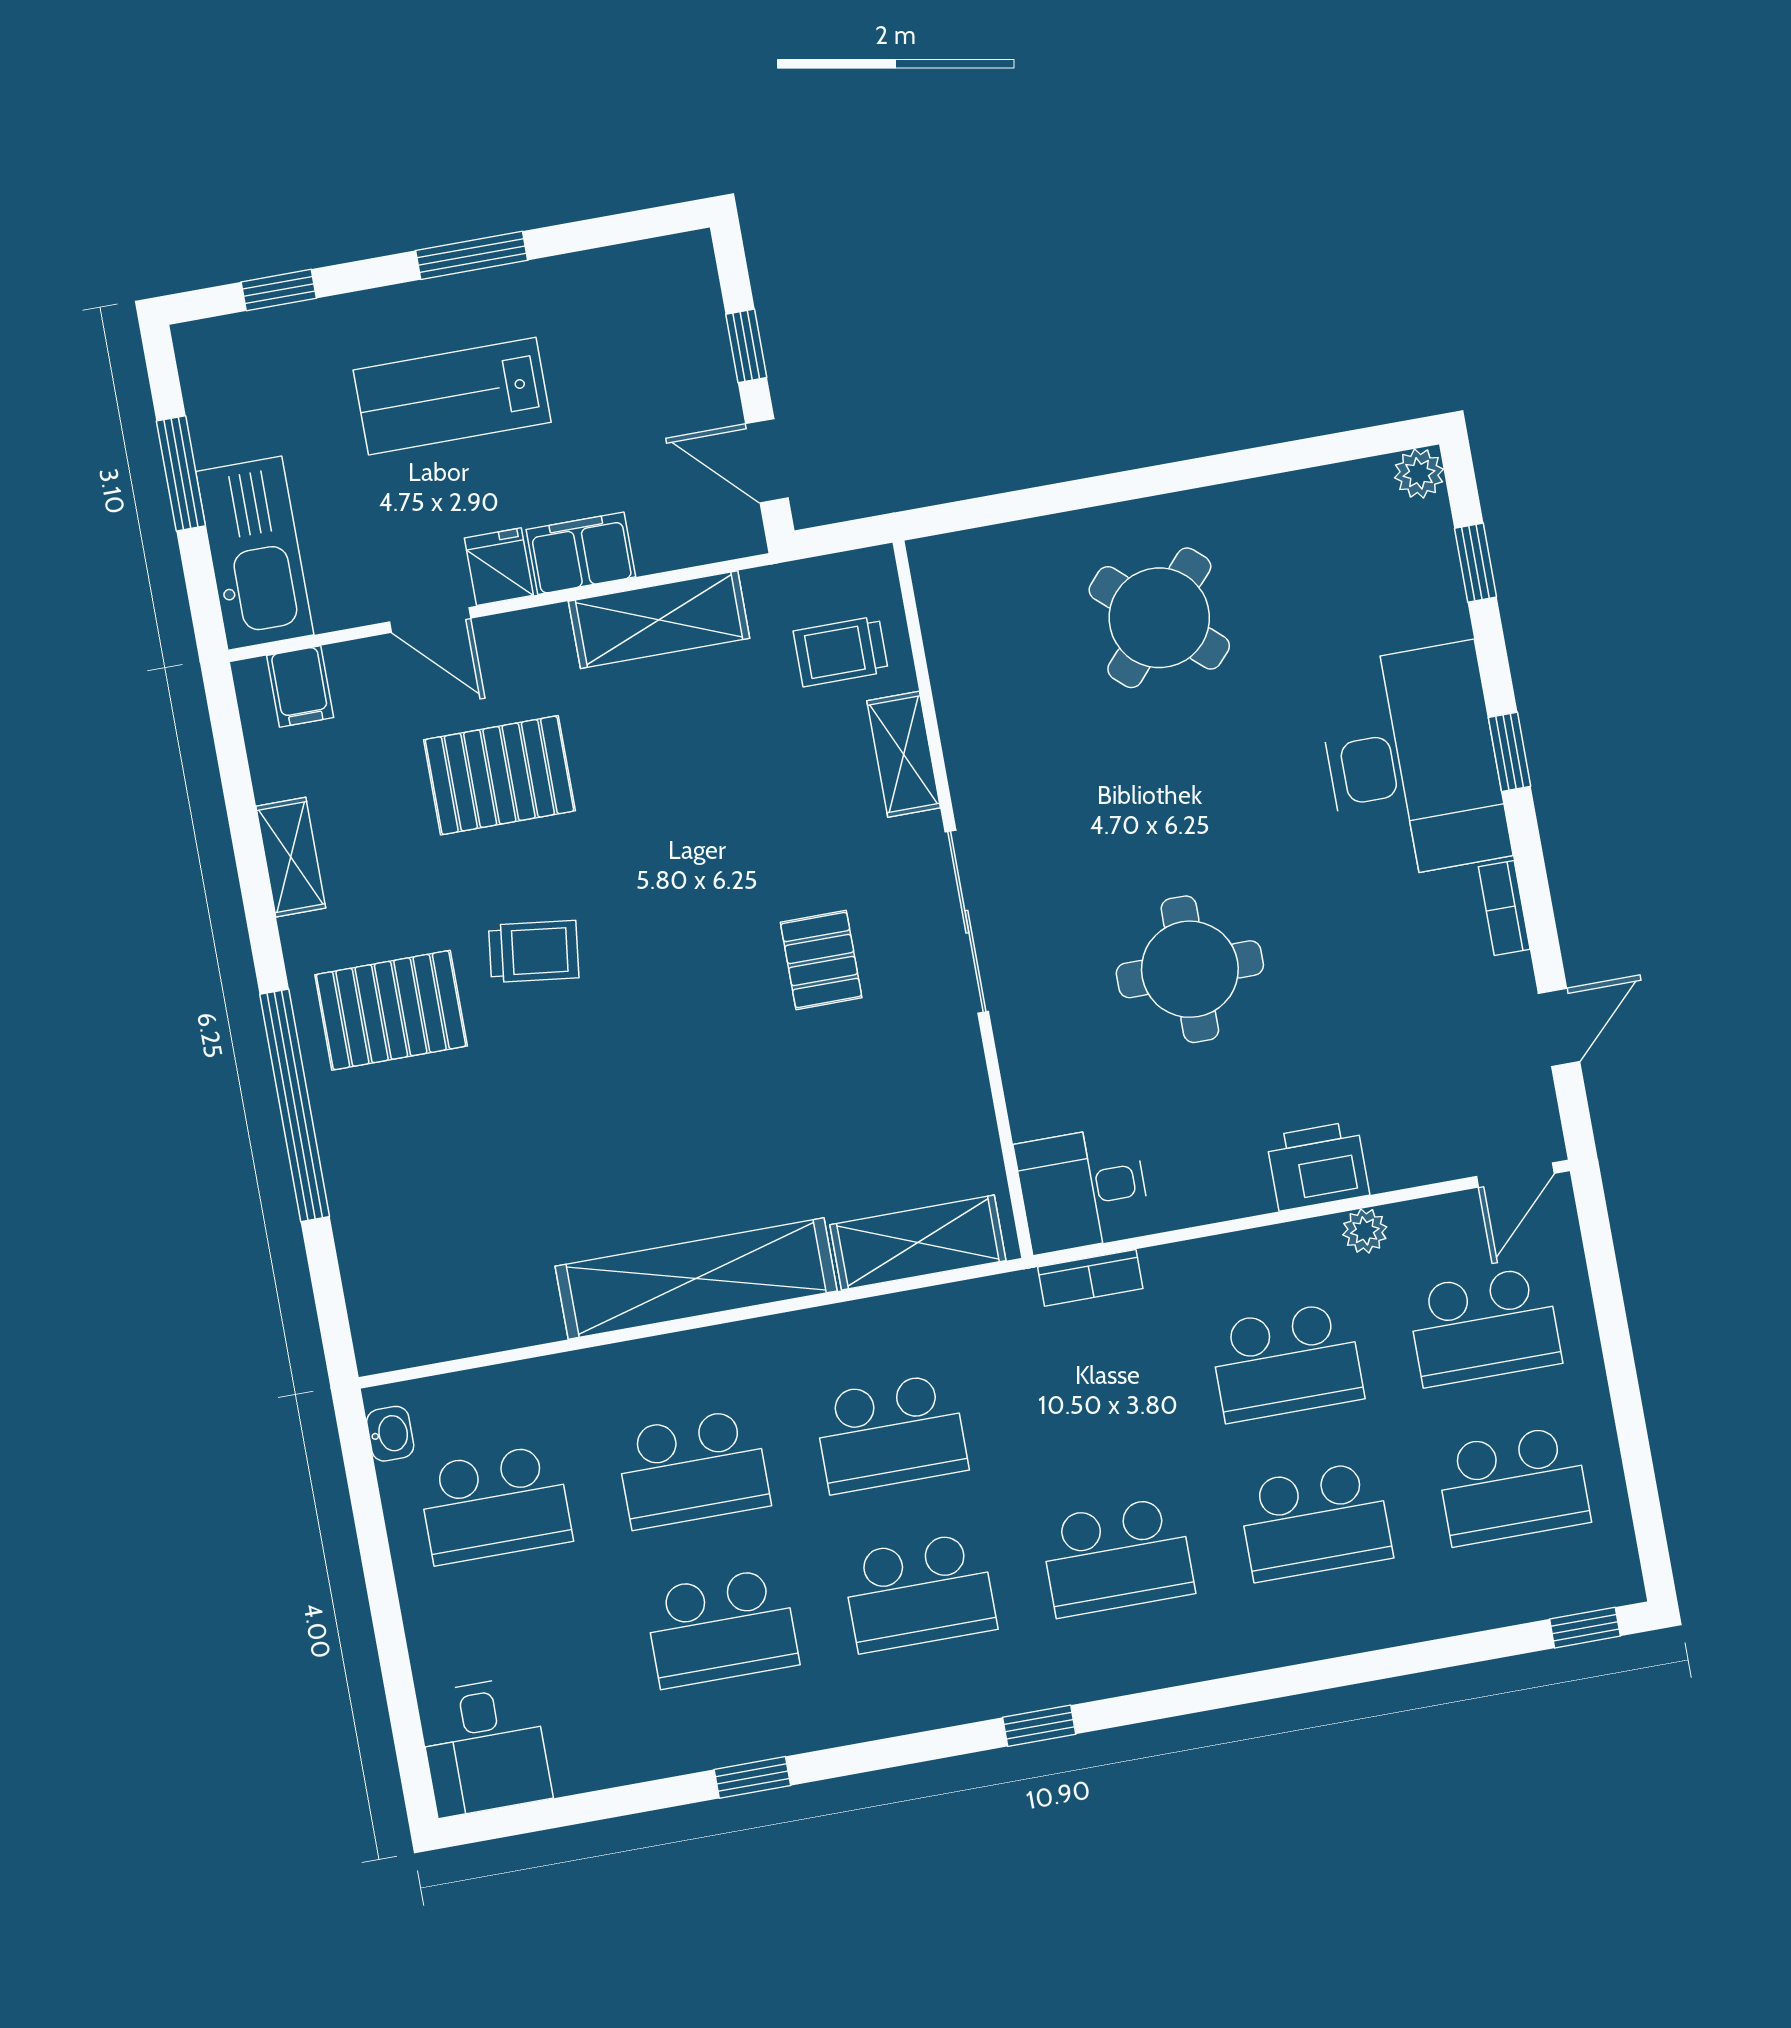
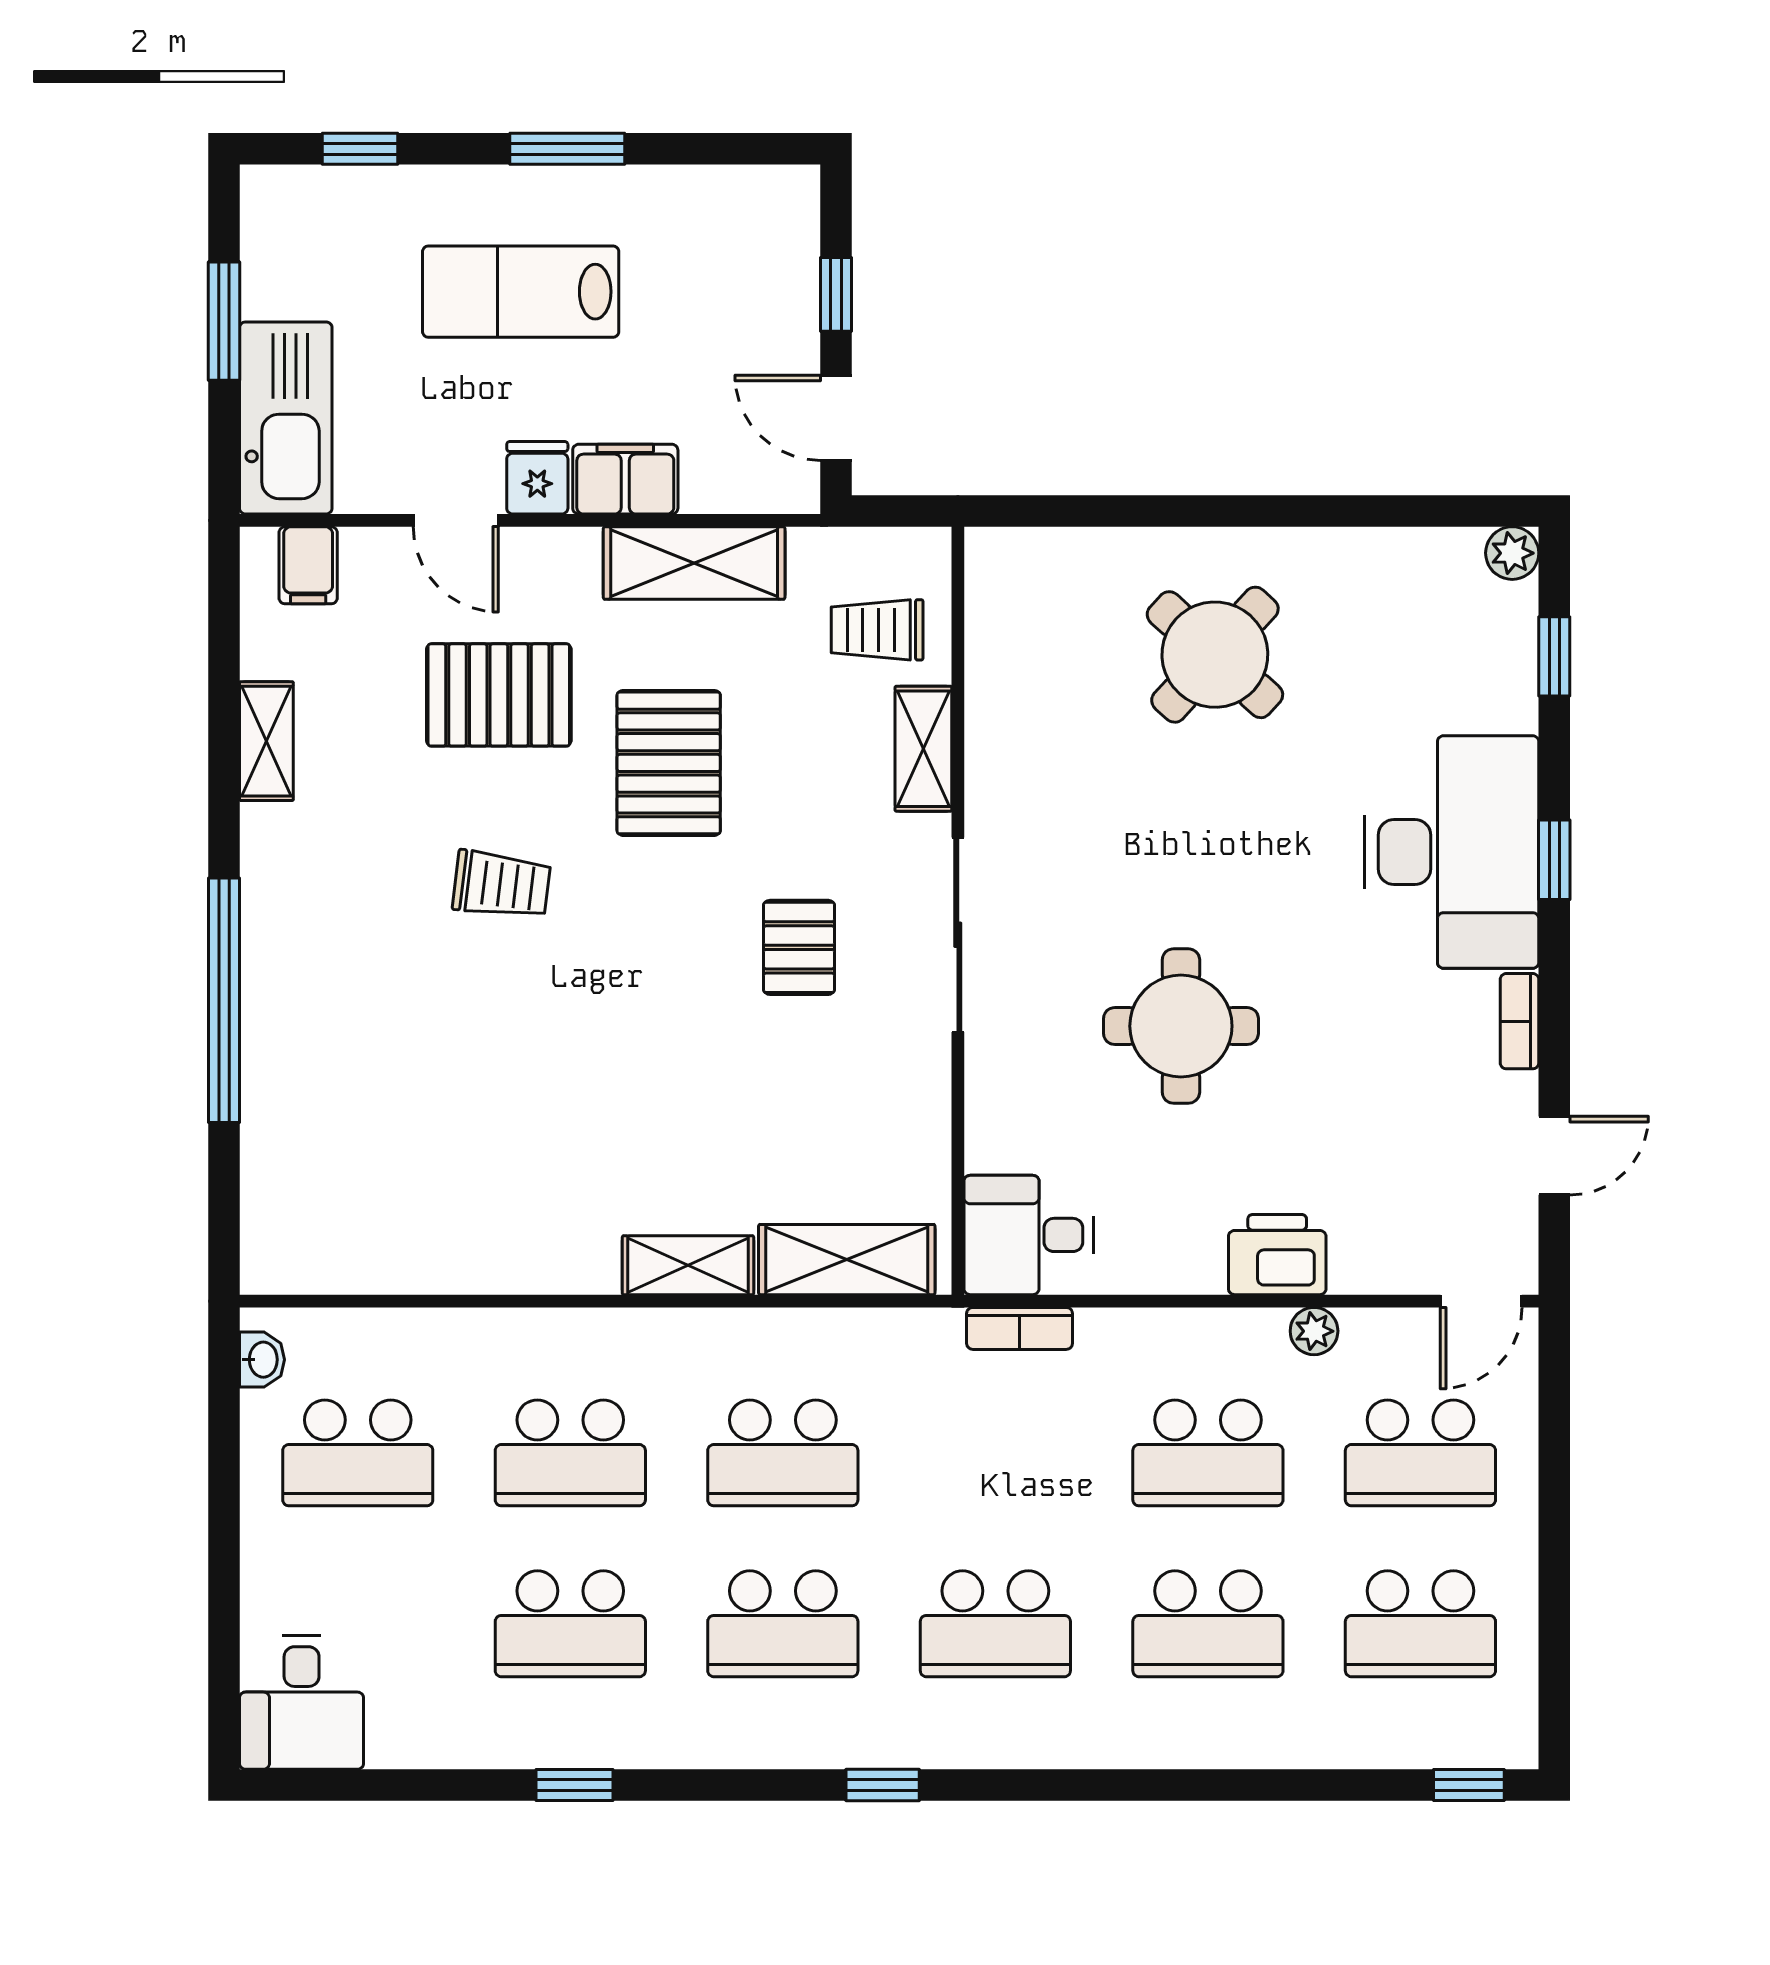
pallet: (391, 1010) -> (669, 763), moved, turned 90
shelving: (696, 1279) -> (688, 1265), width x0.45, depth x0.75

